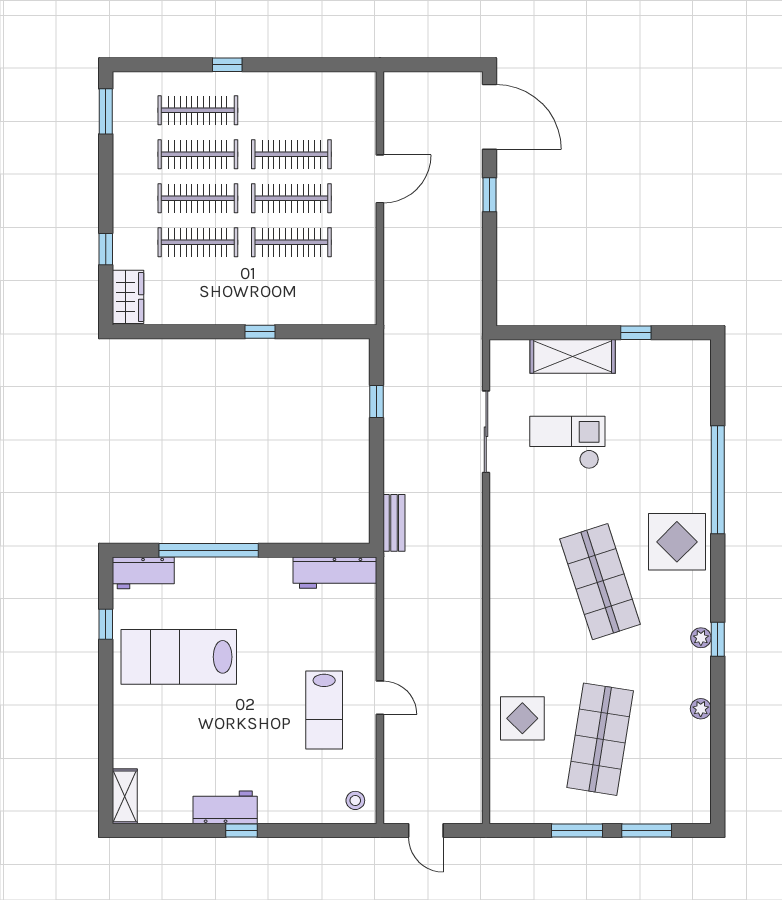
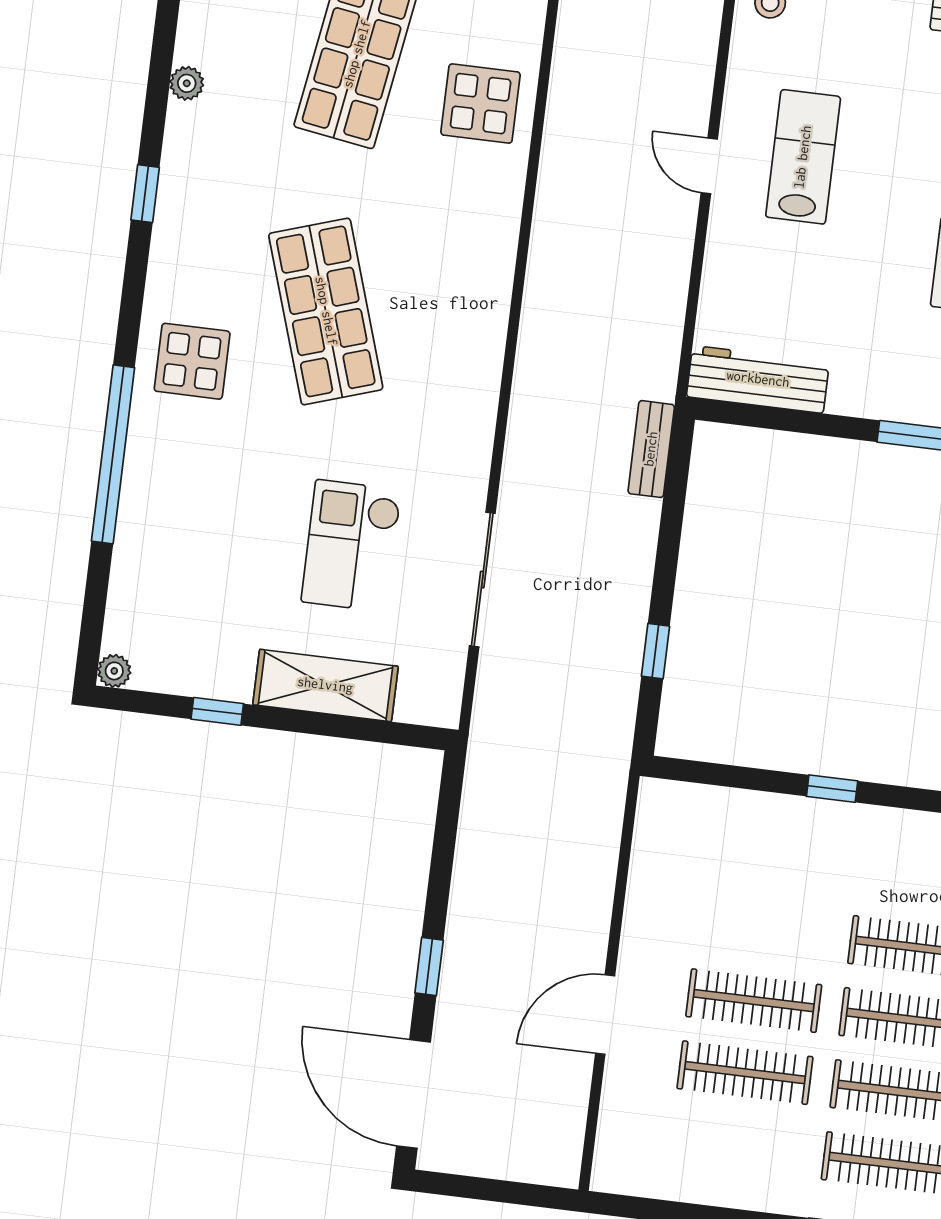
clothes rail: (291, 242) -> (763, 929), removed
checkout: (567, 442) -> (351, 546), turned 90
display table: (677, 542) -> (192, 361), width x0.73, depth x0.73
plant: (701, 638) -> (114, 671), moved

